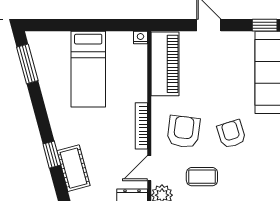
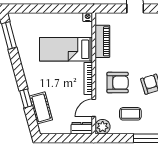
piano: (165, 64) -> (102, 41), width x0.73, depth x0.75
bed: (88, 69) -> (66, 49), moved, turned 90
armchair: (184, 132) -> (118, 83), turned 83

